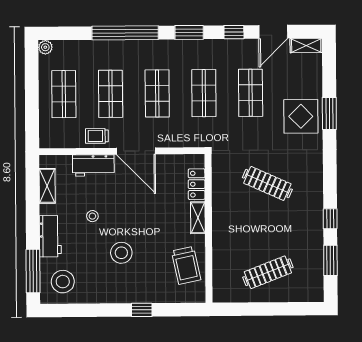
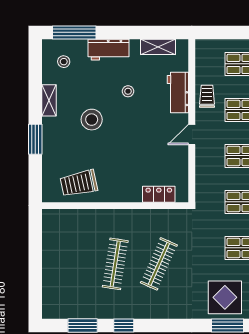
door: (136, 151) -> (192, 135), width x0.53
shelving: (198, 218) -> (49, 100), moved, turned 90
clothes rail: (268, 272) -> (115, 264), moved, turned 30
stool: (63, 282) -> (64, 62), width x0.53, depth x0.53
window: (142, 310) -> (35, 139), width x1.50

